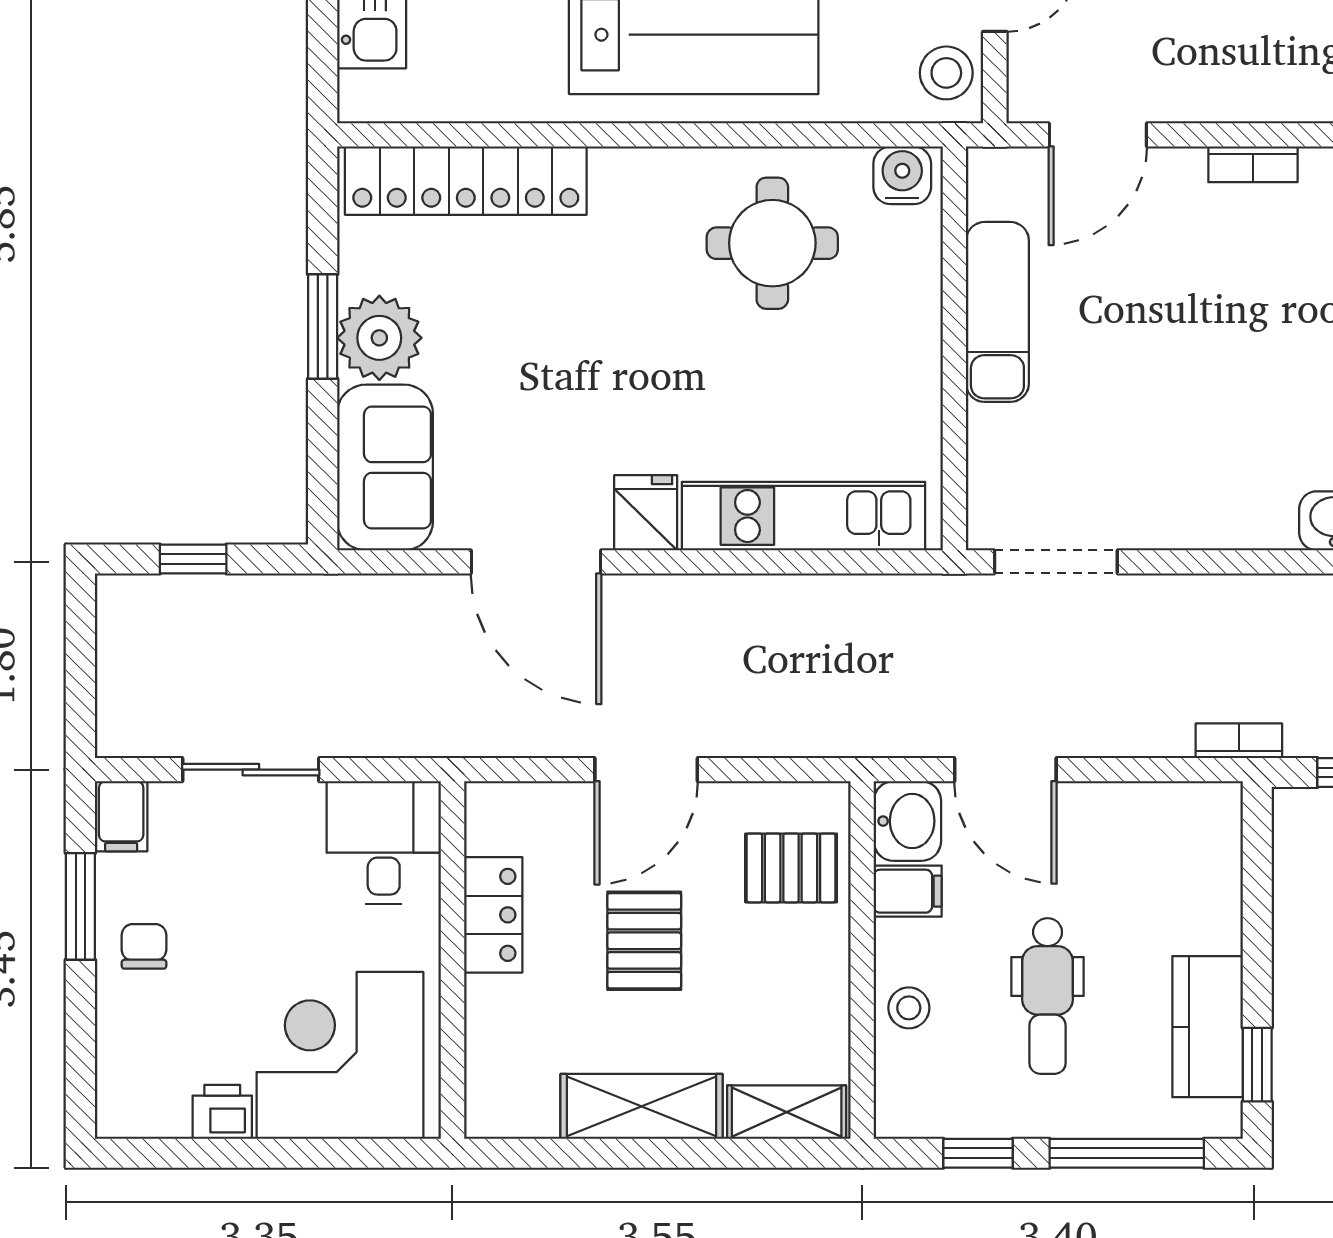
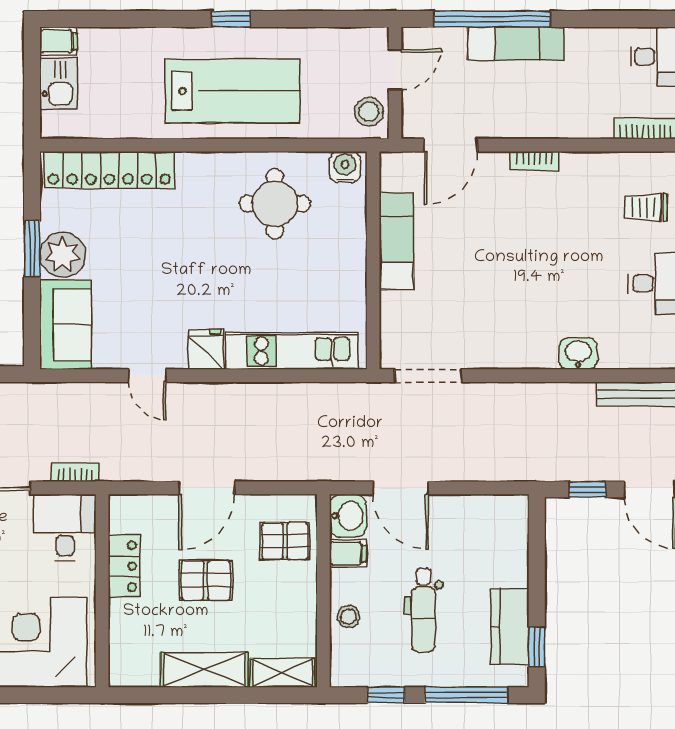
door: (536, 562) -> (147, 376), width x0.53
bookcase: (1239, 741) -> (75, 472), moved
pallet: (644, 941) -> (206, 580), turned 90

